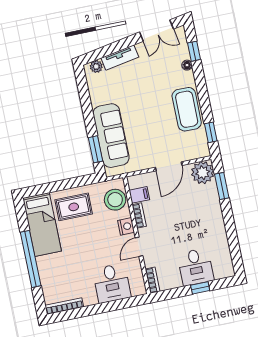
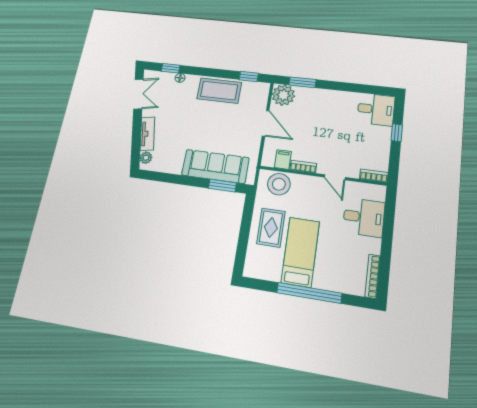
bed: (42, 224) -> (300, 252), moved, turned -90
nightstand: (126, 226) -> (310, 183), removed
desk: (196, 267) -> (376, 109), moved

